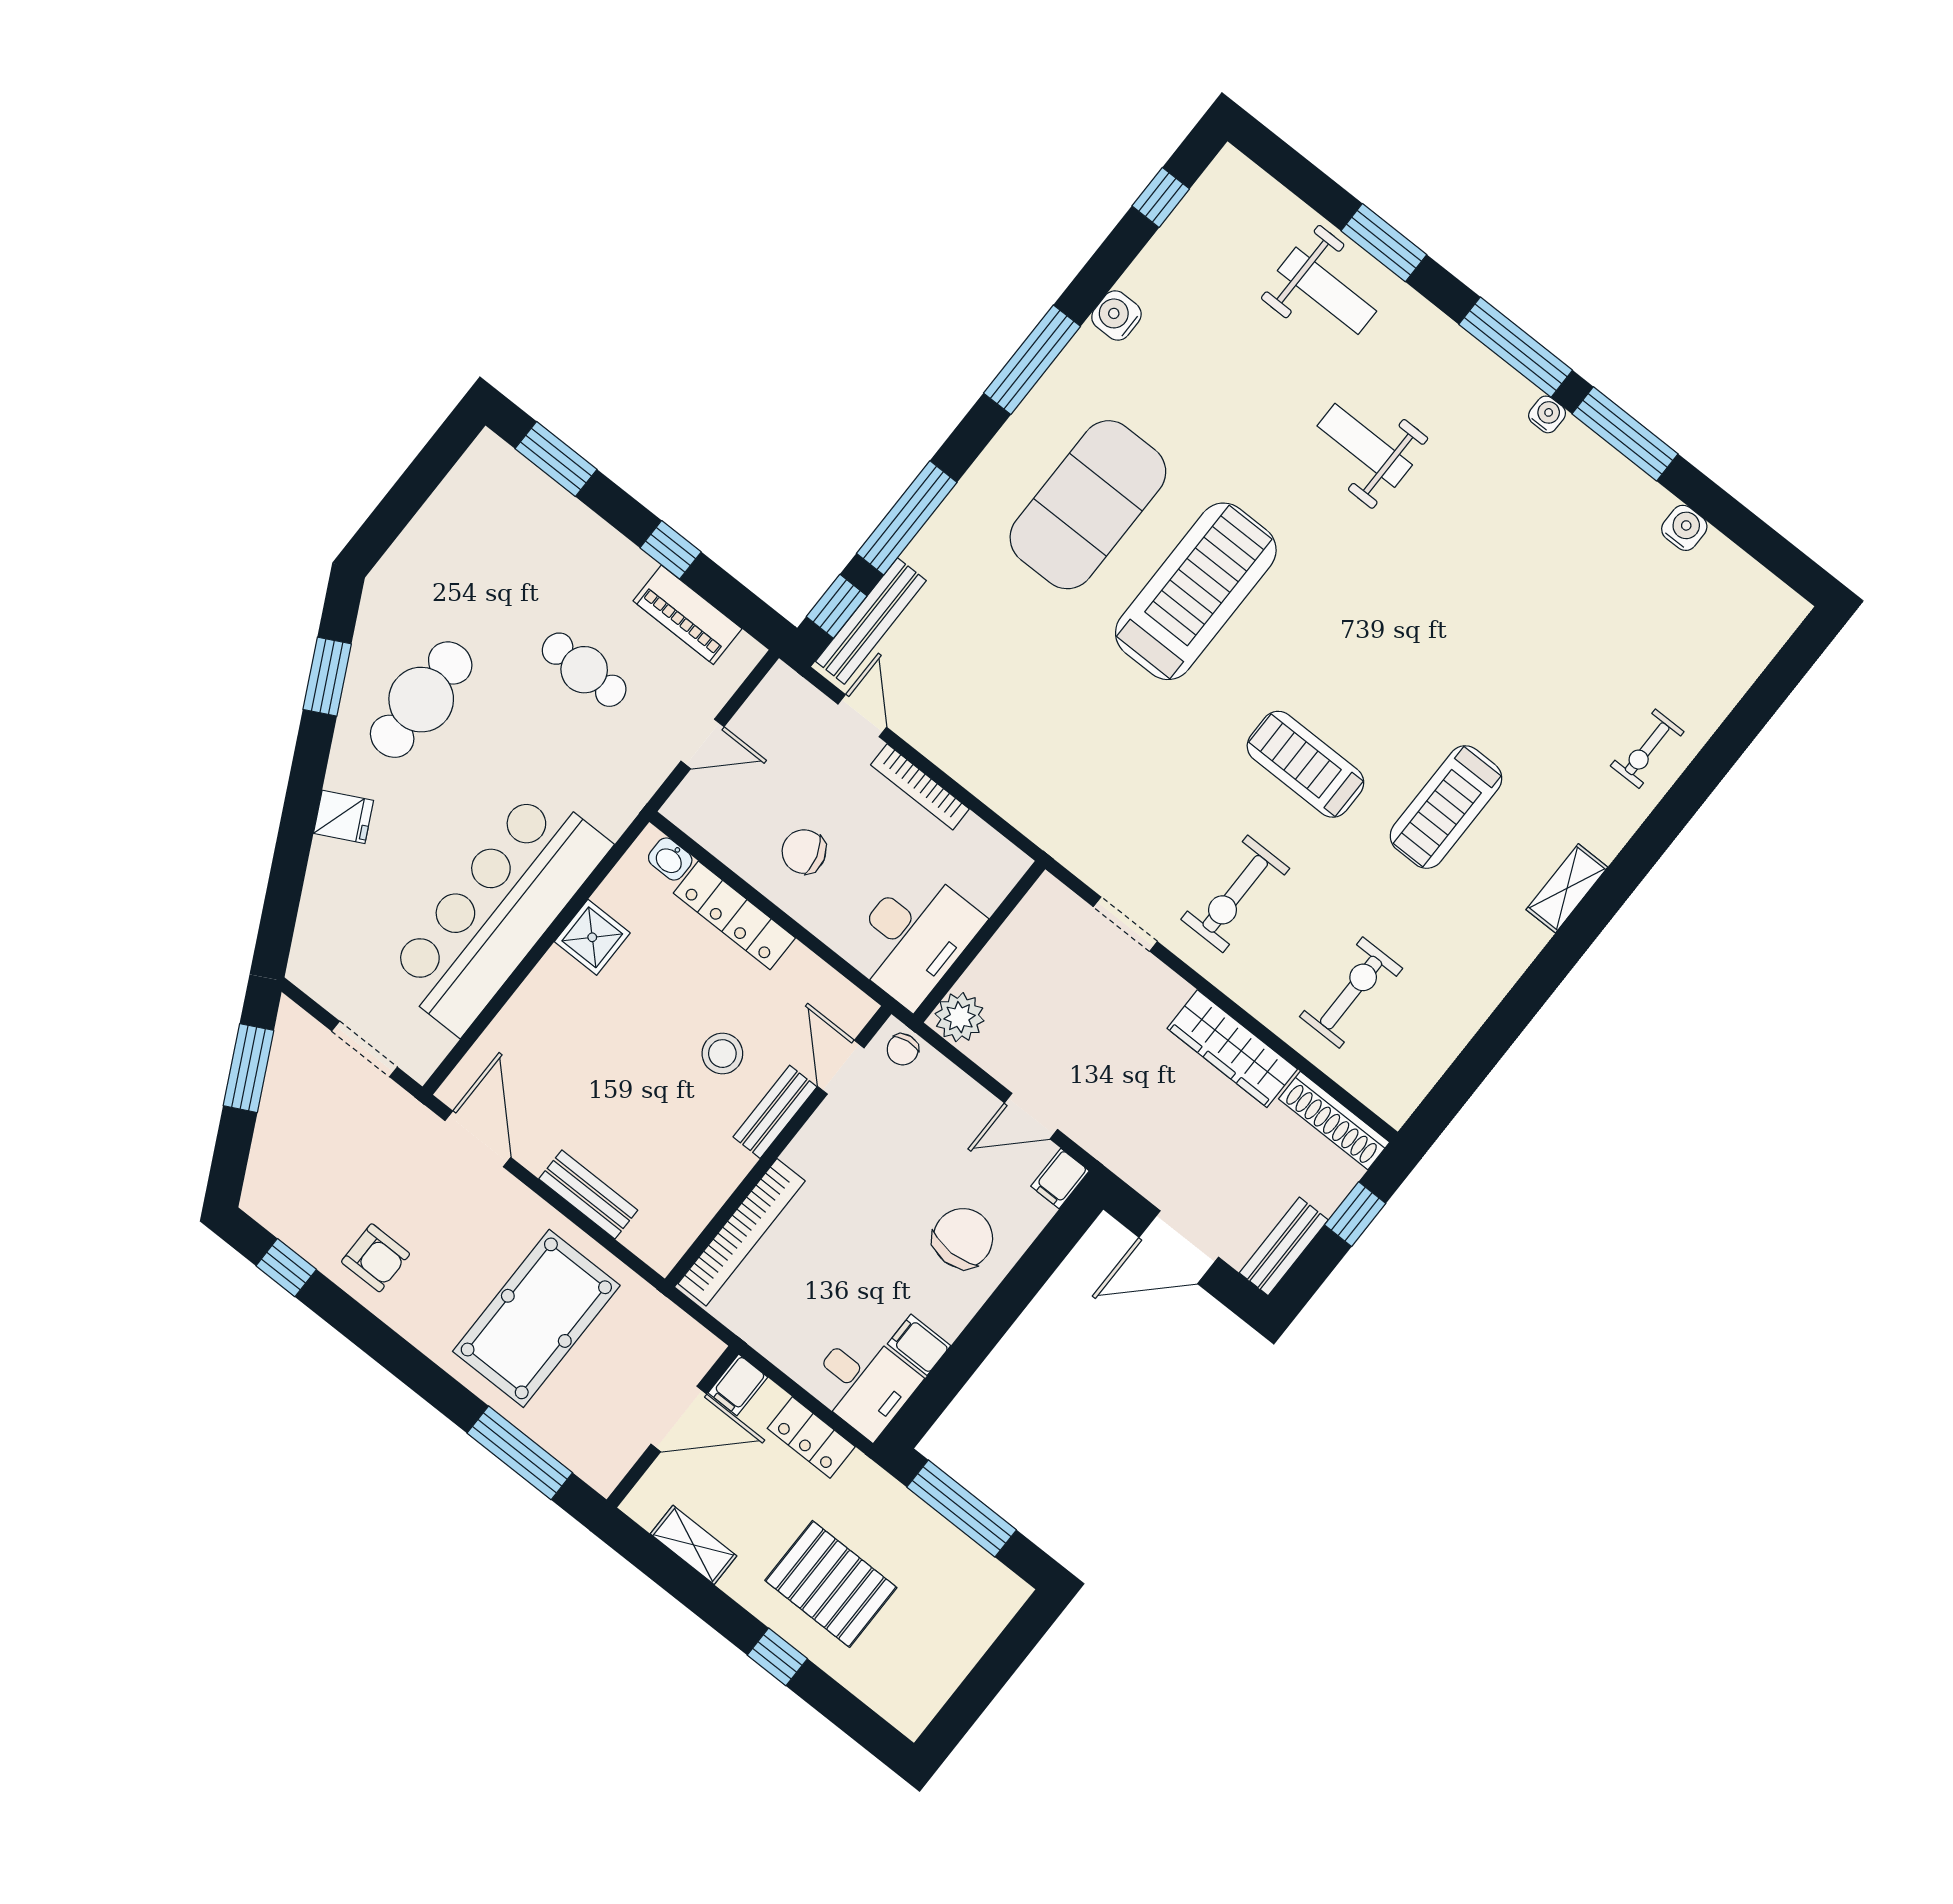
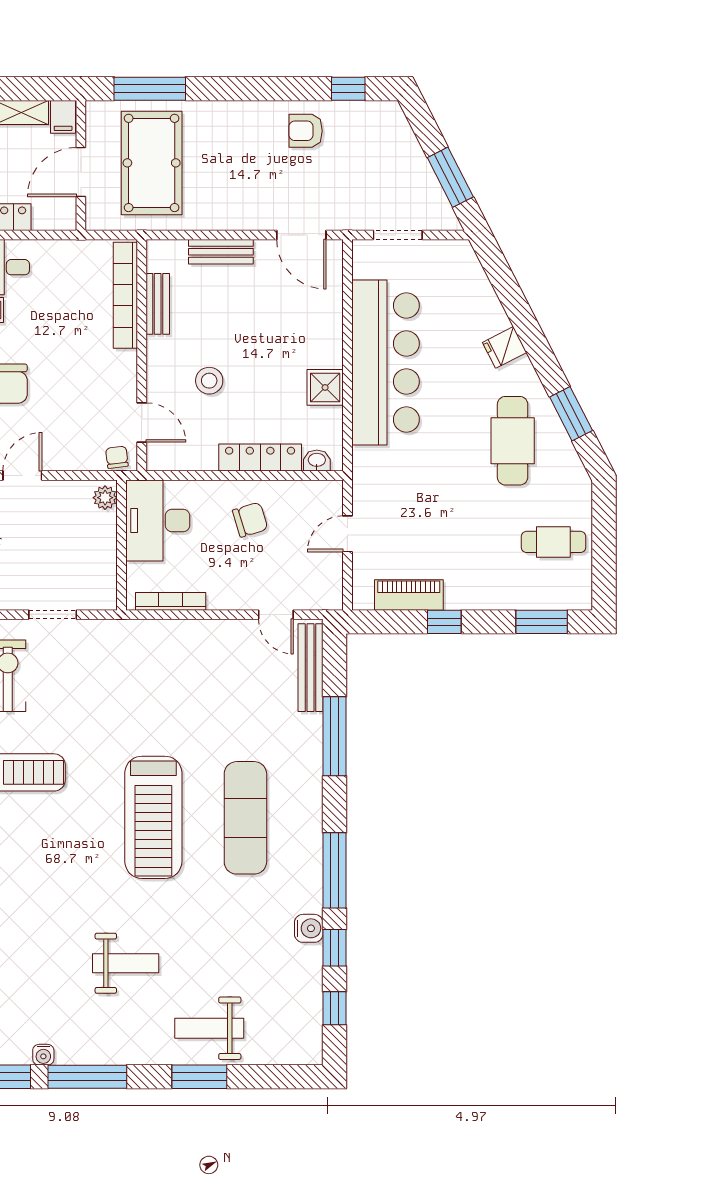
exercise mat: (1088, 505) -> (245, 818), width x0.68
window: (837, 606) -> (334, 948), moved
cafe table: (584, 670) -> (553, 542), moved
bookcase: (920, 787) -> (171, 601), moved
plant: (960, 1017) -> (105, 498), width x0.73, depth x0.73
bench: (775, 1112) -> (158, 304), moved
pool table: (536, 1318) -> (152, 163), moved
filing cabinet: (738, 1385) -> (63, 117), moved, turned 180

